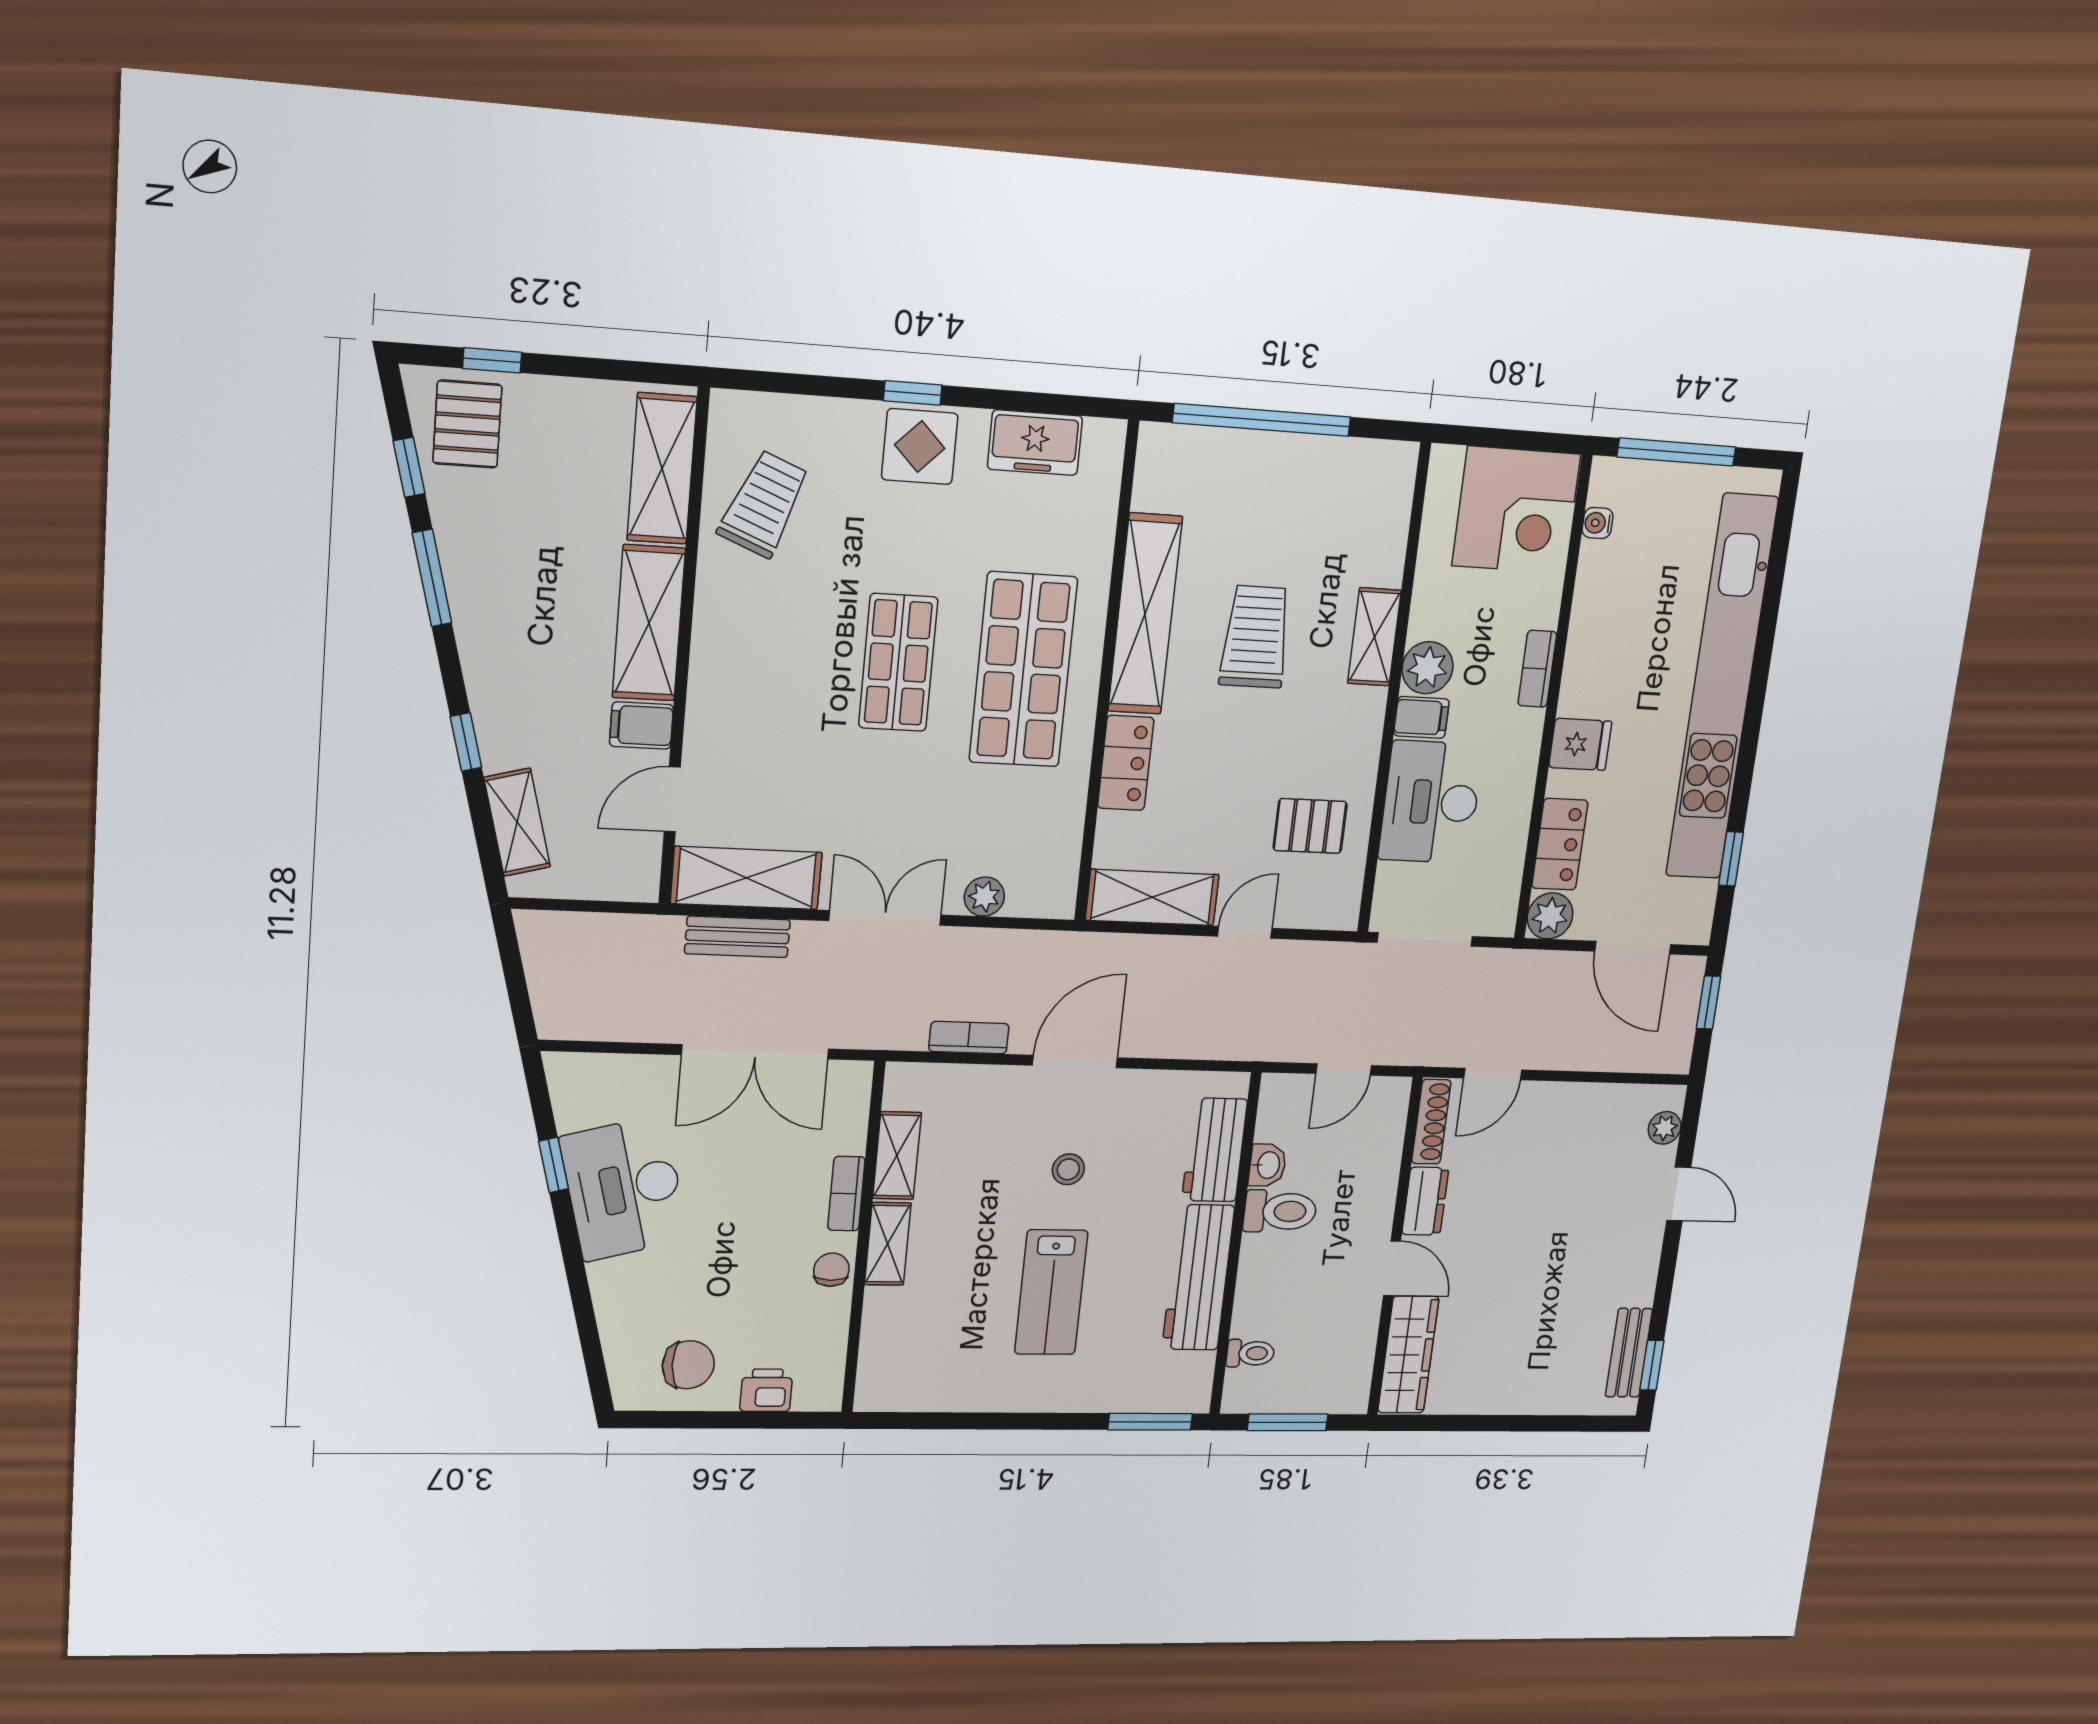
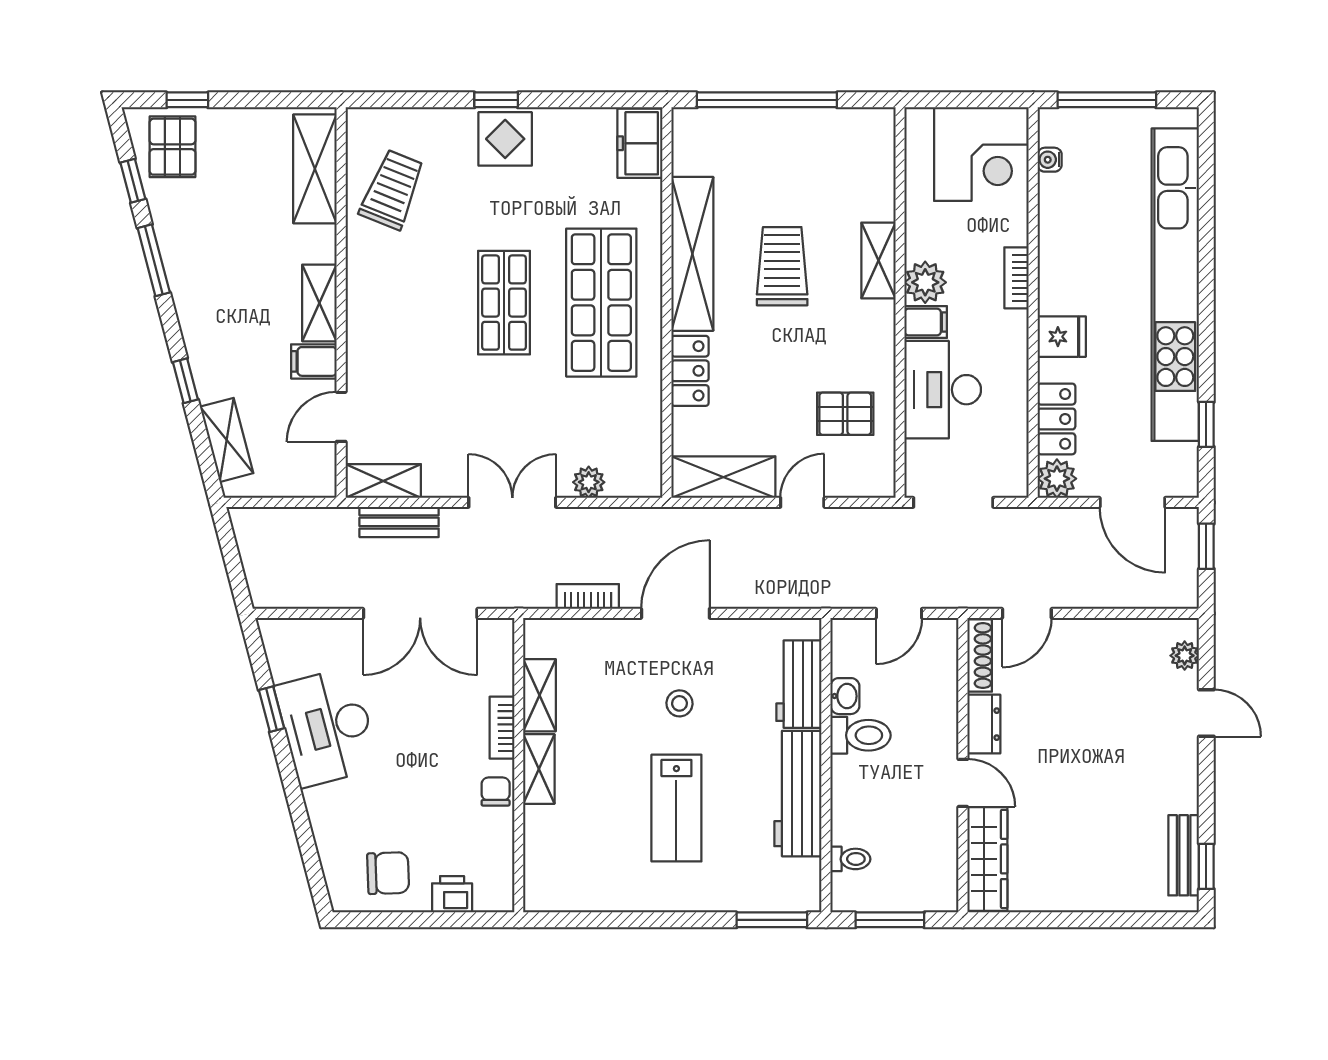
freezer: (1035, 443) -> (640, 143), moved, turned 90
shelving: (649, 623) -> (319, 303), width x0.67, depth x0.75
shelving: (746, 878) -> (383, 481), width x0.67, depth x0.75

